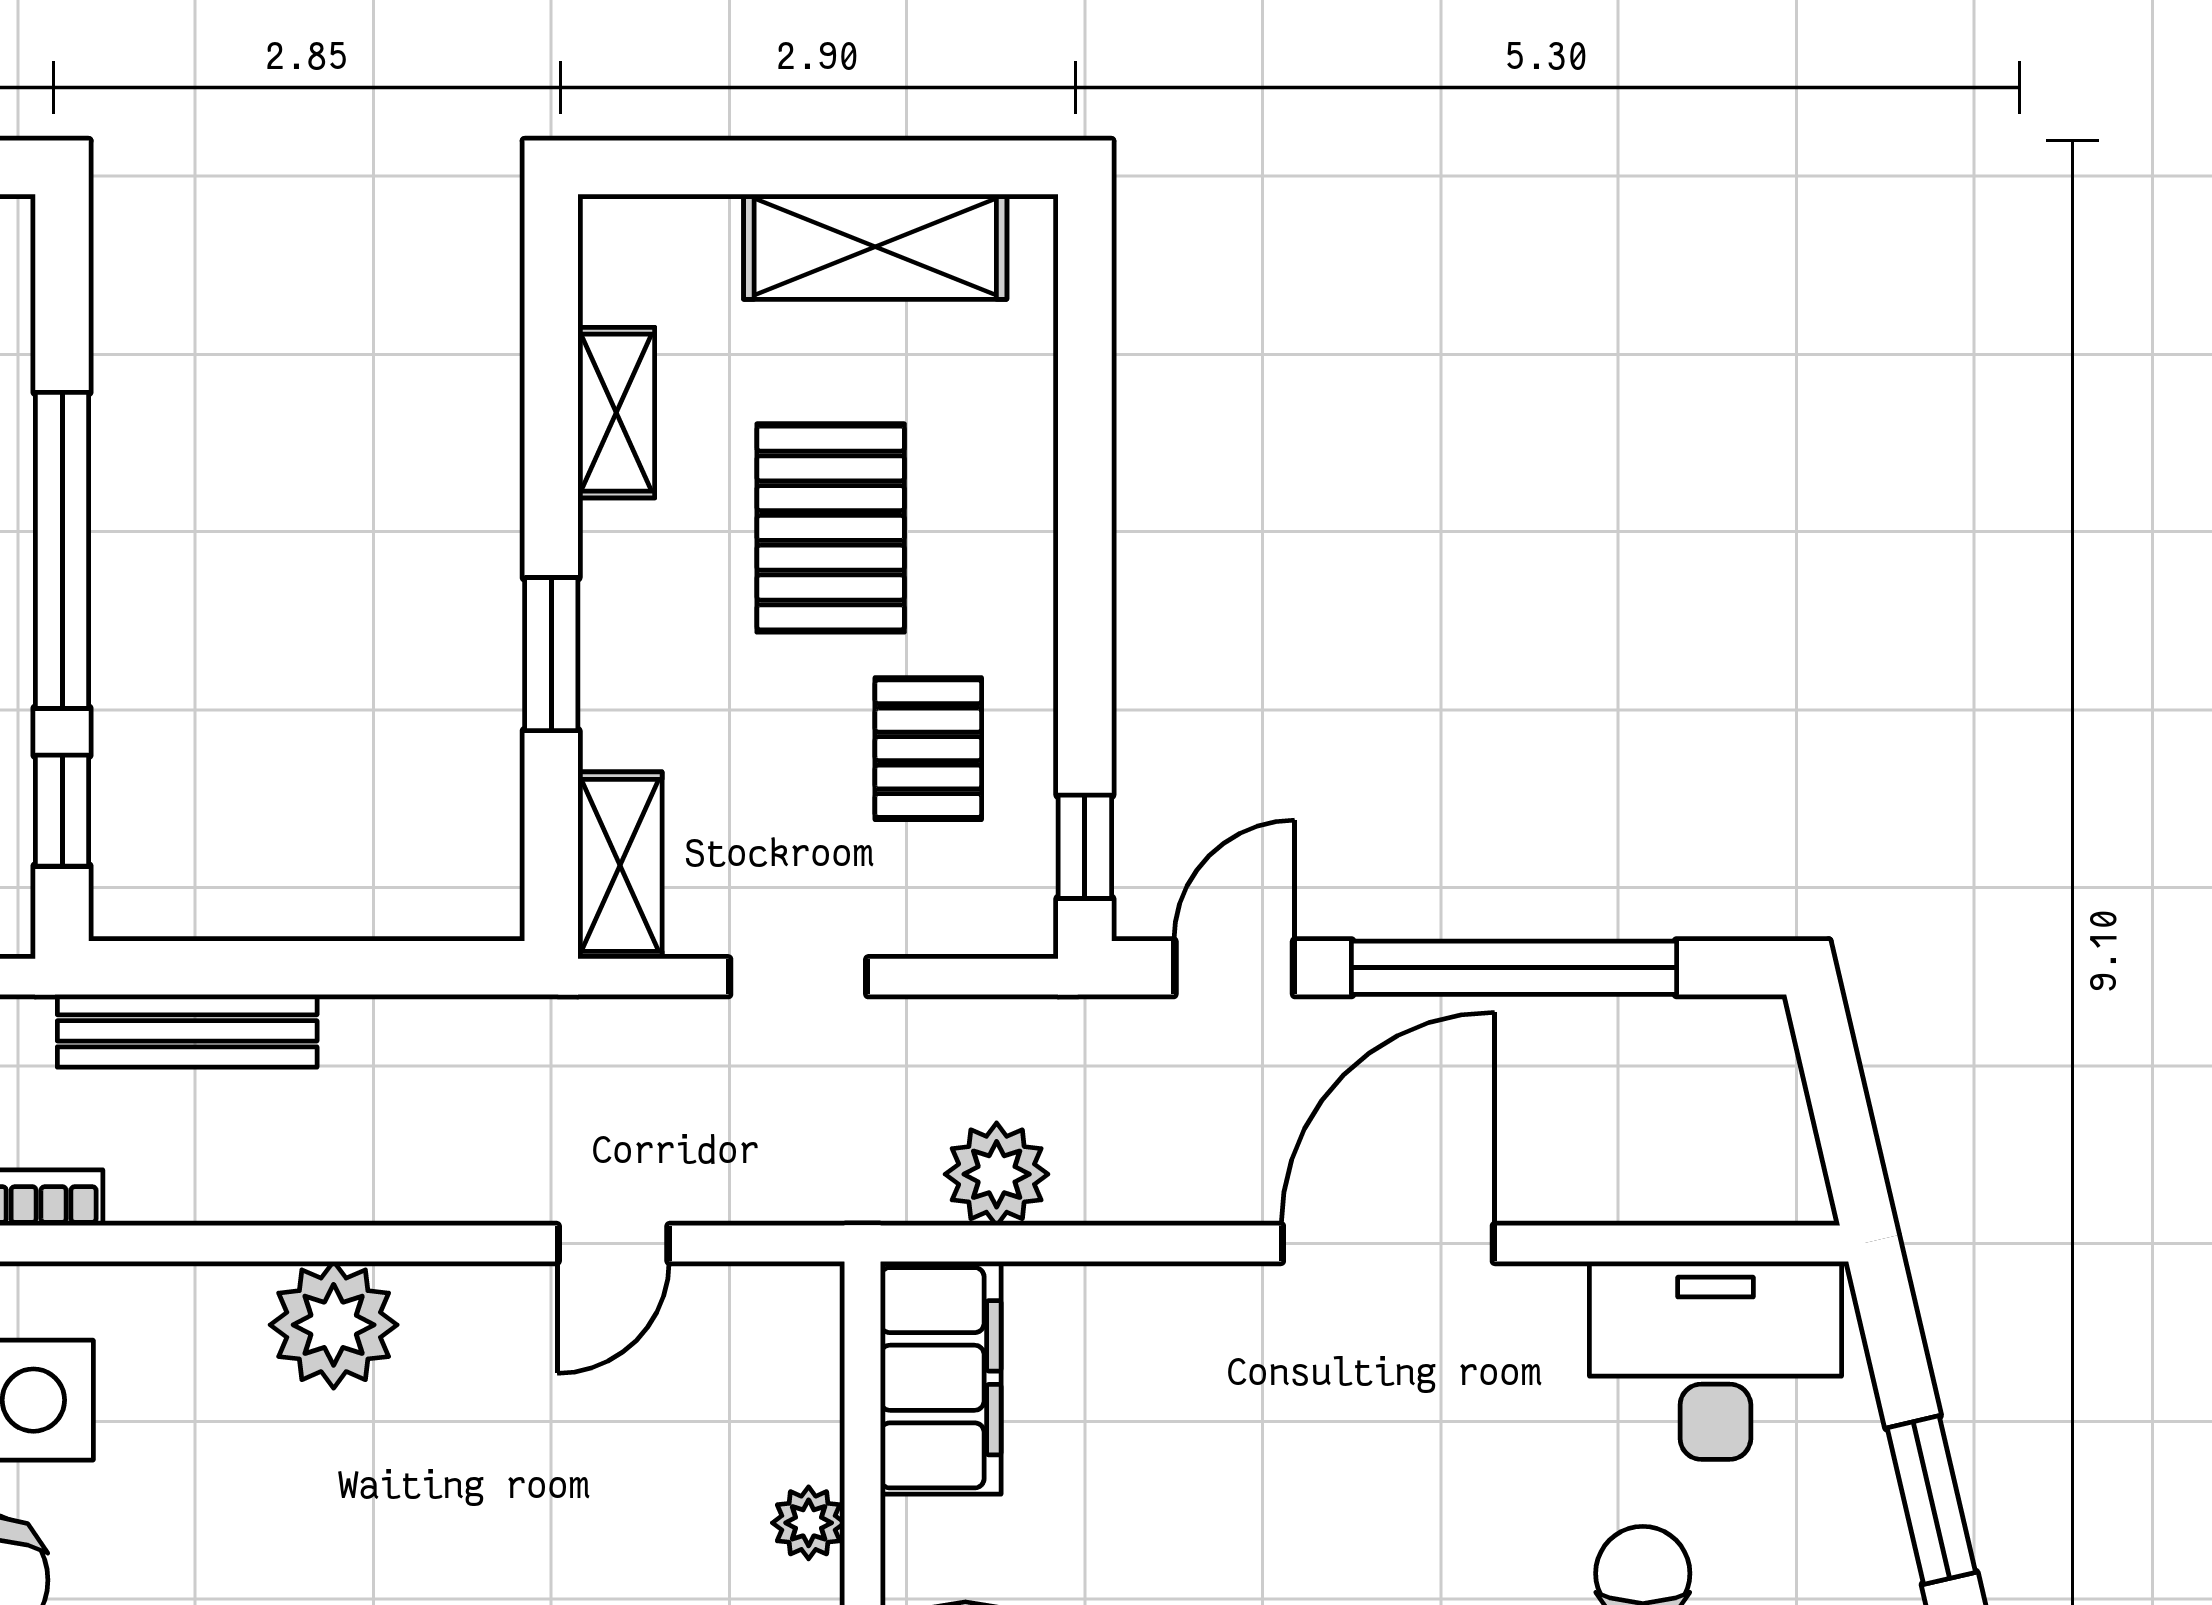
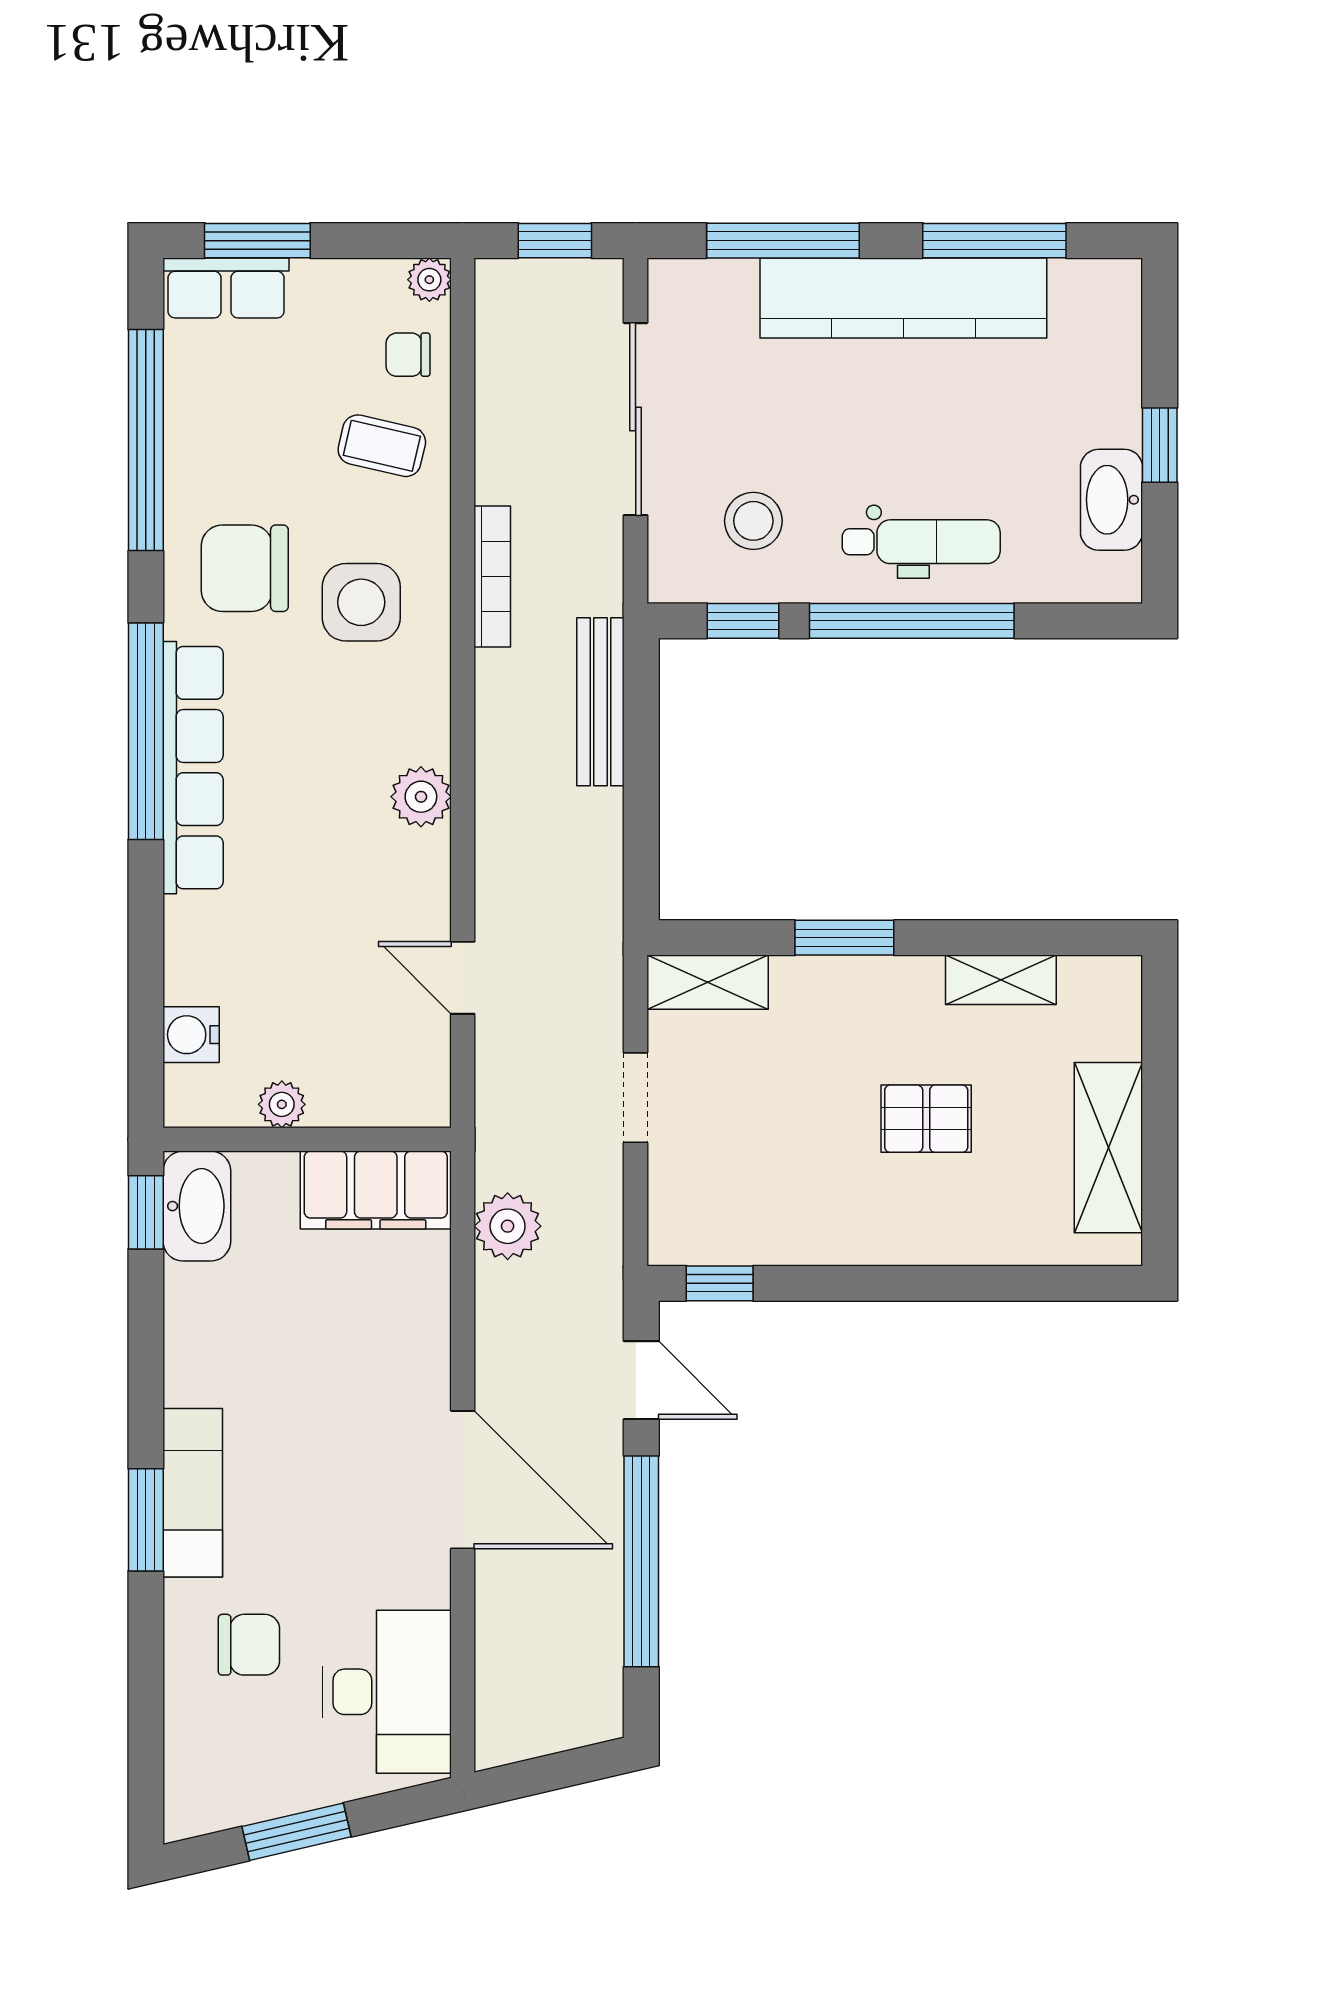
pallet: (831, 528) -> (926, 1119), width x0.67, depth x0.71
pallet: (928, 749) -> (783, 1182), removed
plant: (334, 1325) -> (421, 797), width x0.73, depth x0.73

